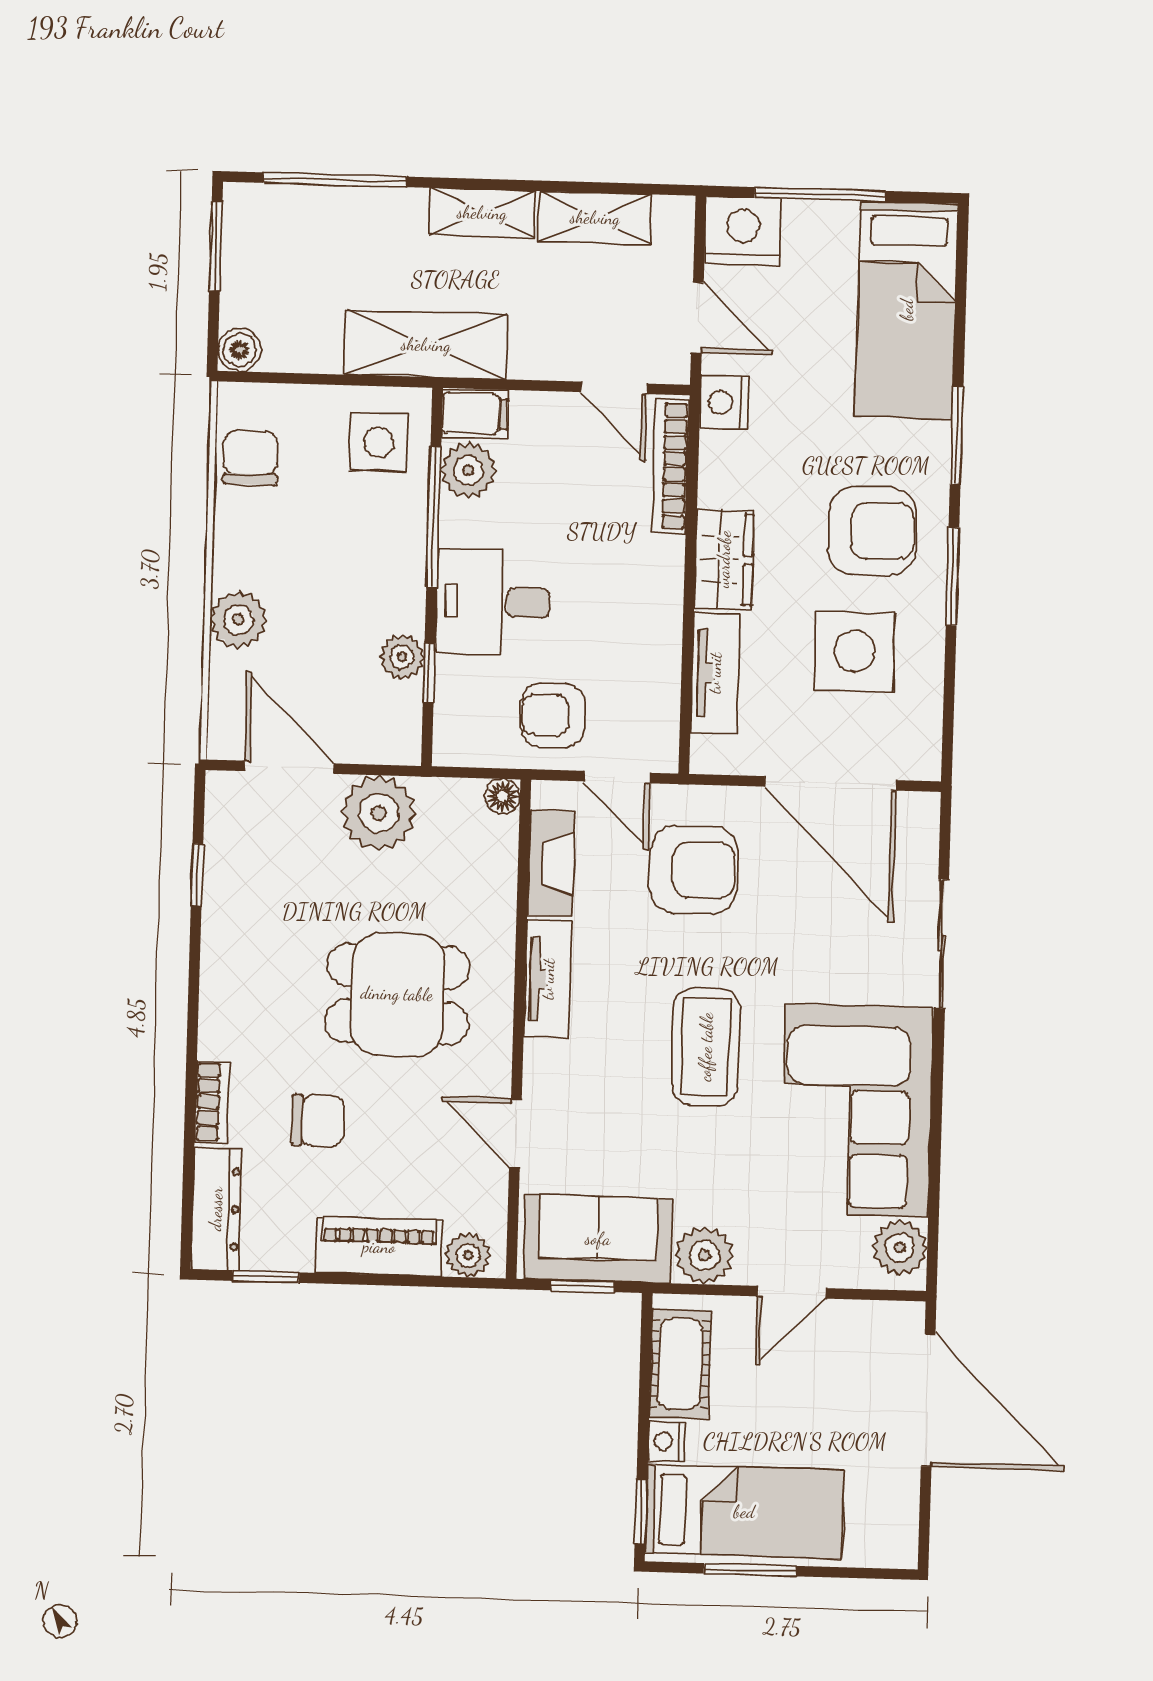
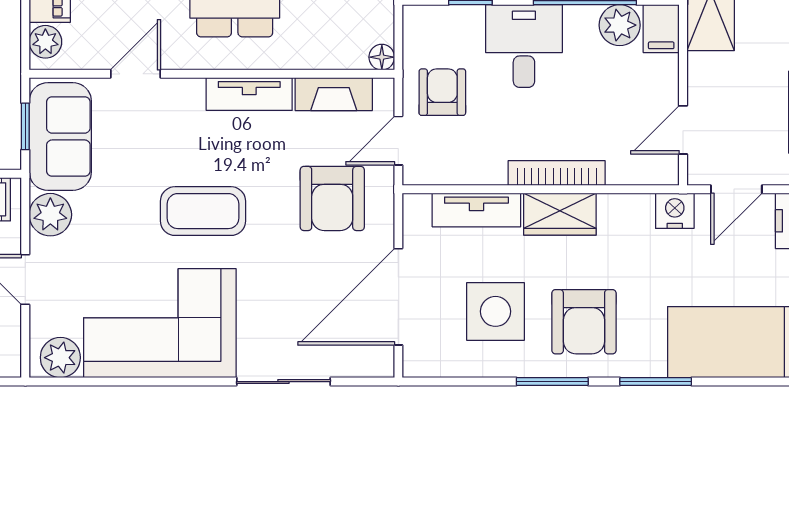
bookcase: (671, 466) -> (557, 173), moved

